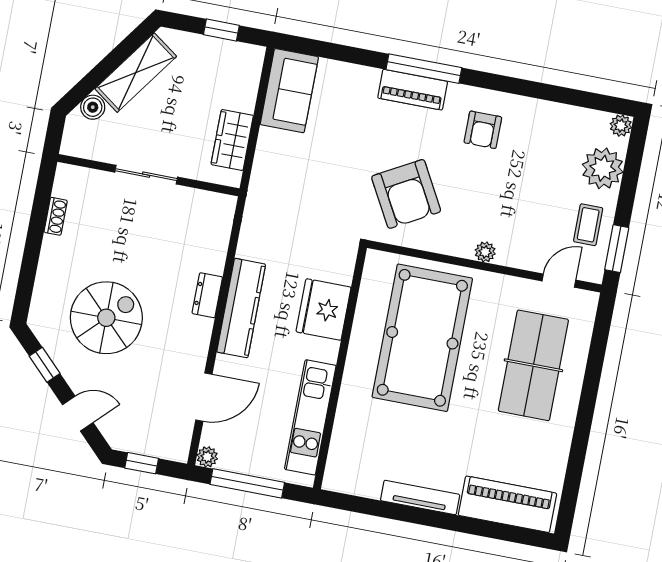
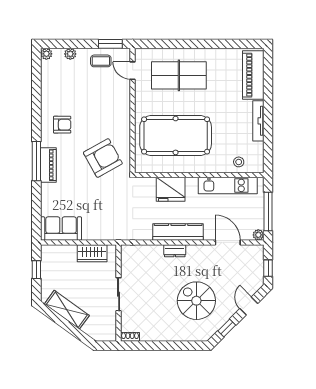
boiler: (93, 107) -> (89, 328), removed
plant: (603, 168) -> (70, 54), width x0.53, depth x0.53
shoe rack: (56, 216) -> (130, 337), moved
plant: (485, 252) -> (125, 111), removed
stool: (350, 446) -> (239, 162), added

